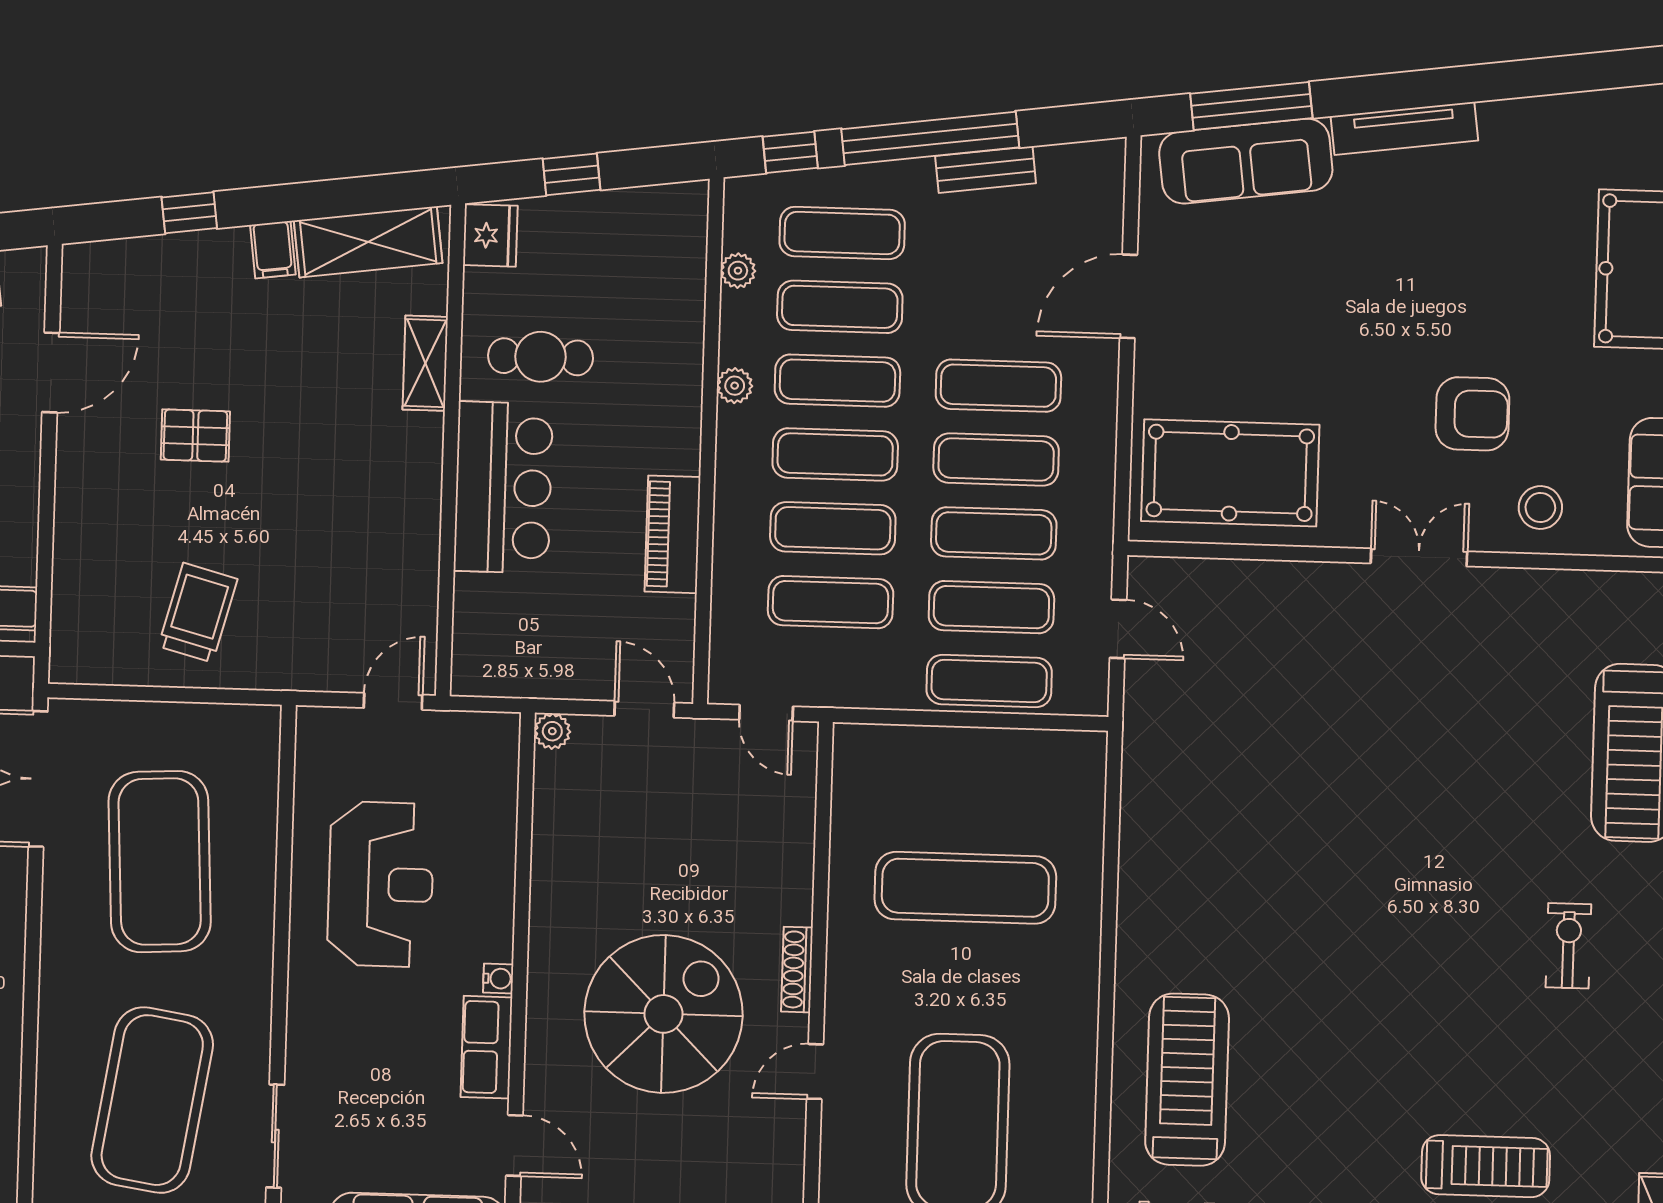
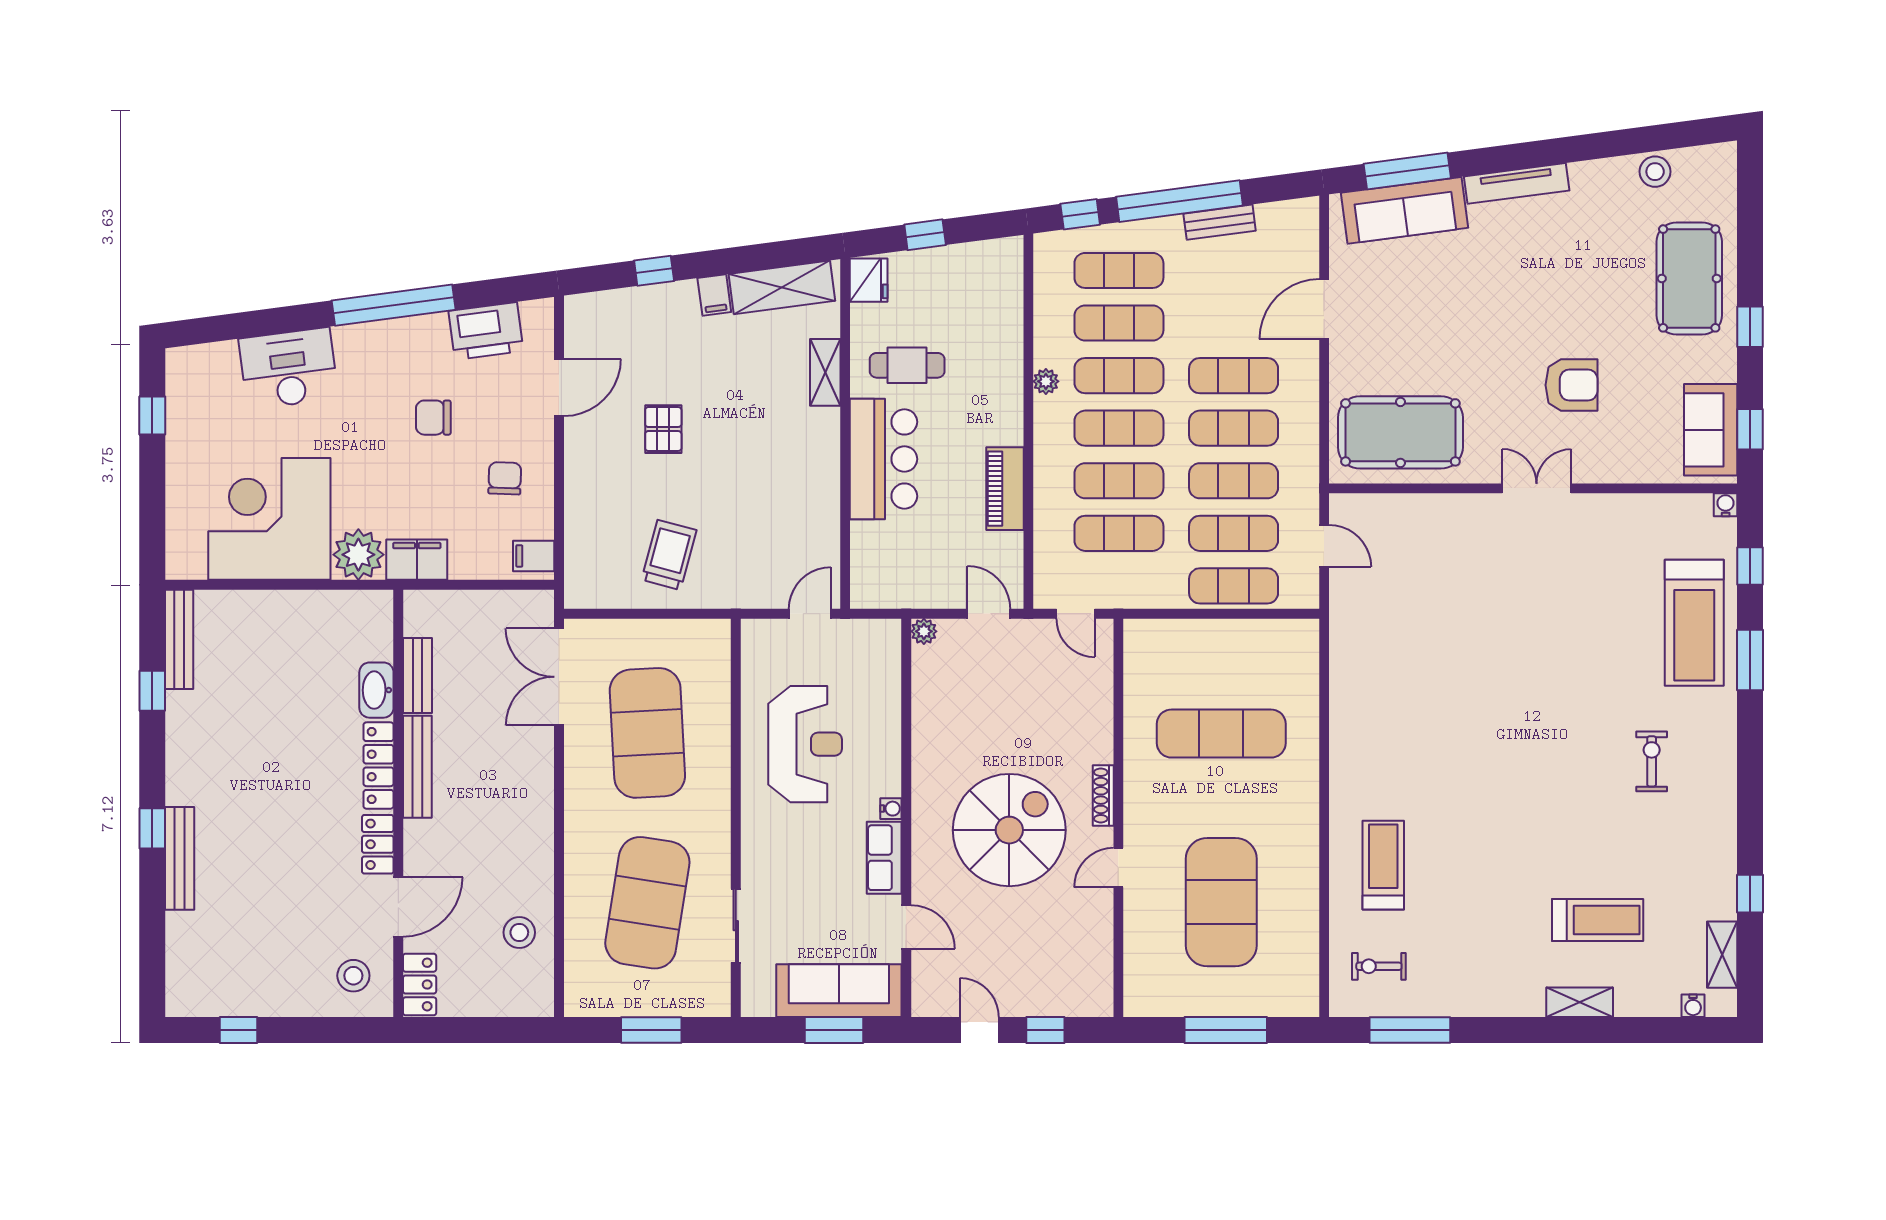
plant: (738, 271) -> (1046, 300), removed
pallet: (195, 436) -> (663, 429), turned 90
stool: (1540, 508) -> (1655, 172), moved
treadmill: (1187, 1080) -> (1383, 865), width x0.73, depth x0.73

